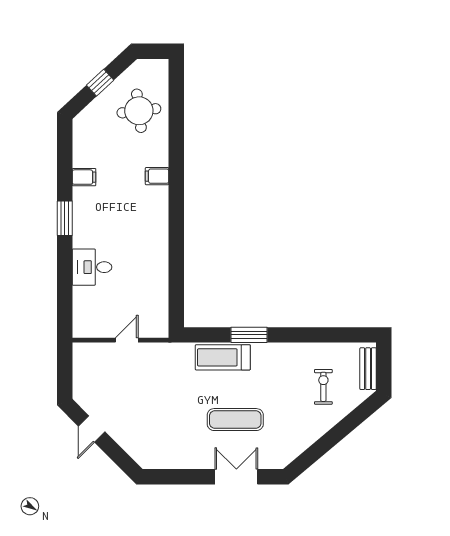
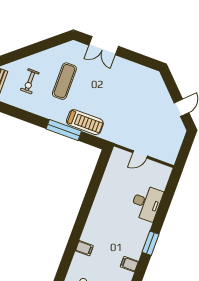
desk: (92, 267) -> (146, 203), width x1.37
window: (249, 335) -> (64, 130), width x1.44
exercise mat: (235, 420) -> (64, 81), moved, turned 90

